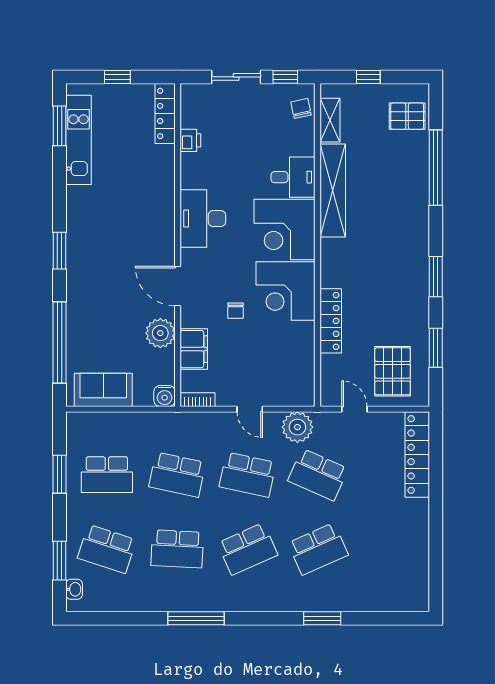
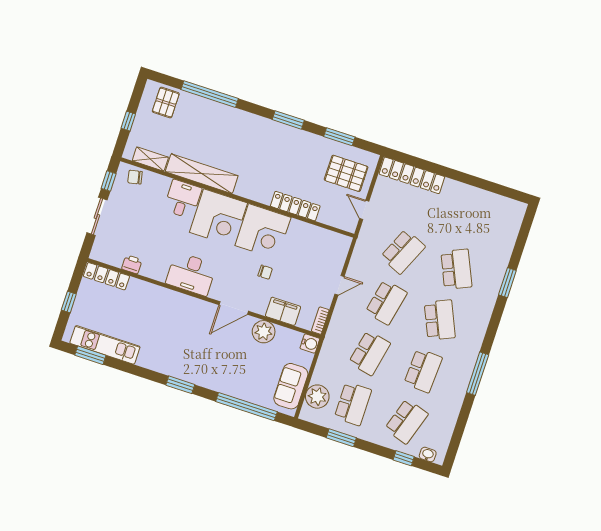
door: (354, 409) -> (364, 210), hinge flipped
plant: (297, 427) -> (317, 397), moved
window: (59, 561) -> (404, 458), width x0.67

